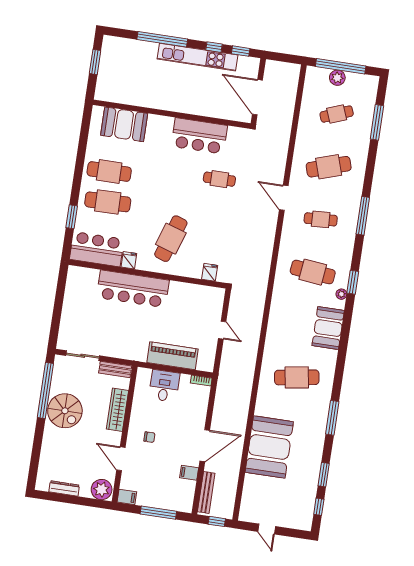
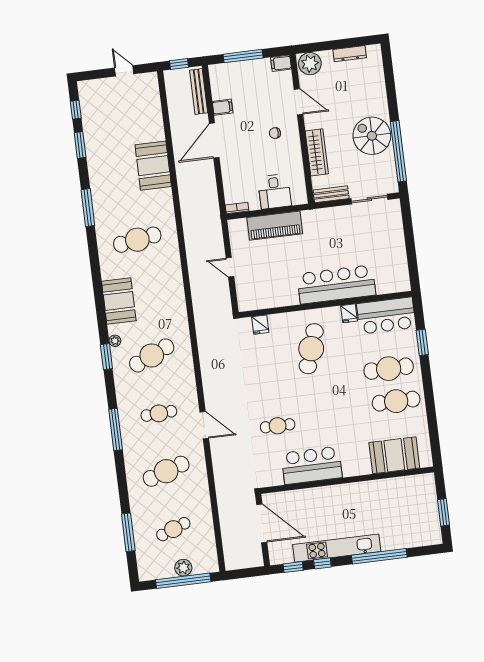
cafe table: (313, 272) -> (152, 355), turned -30
booth: (269, 447) -> (153, 166), width x0.73, depth x0.70

